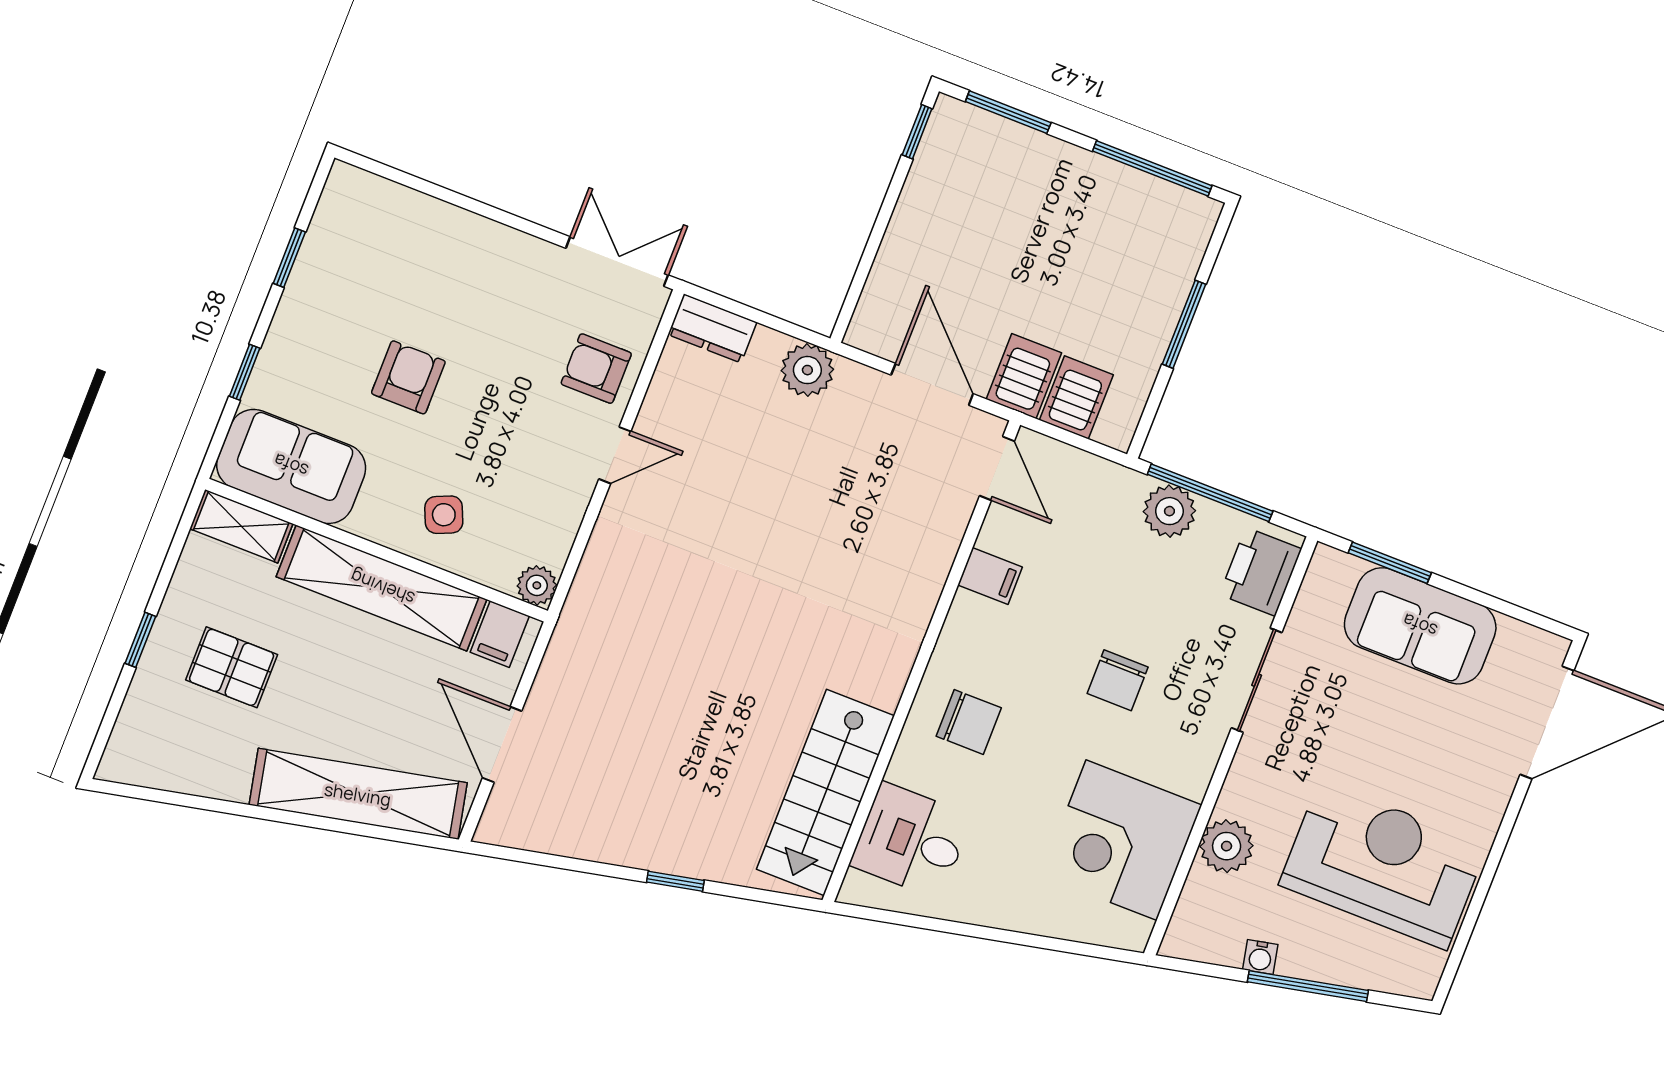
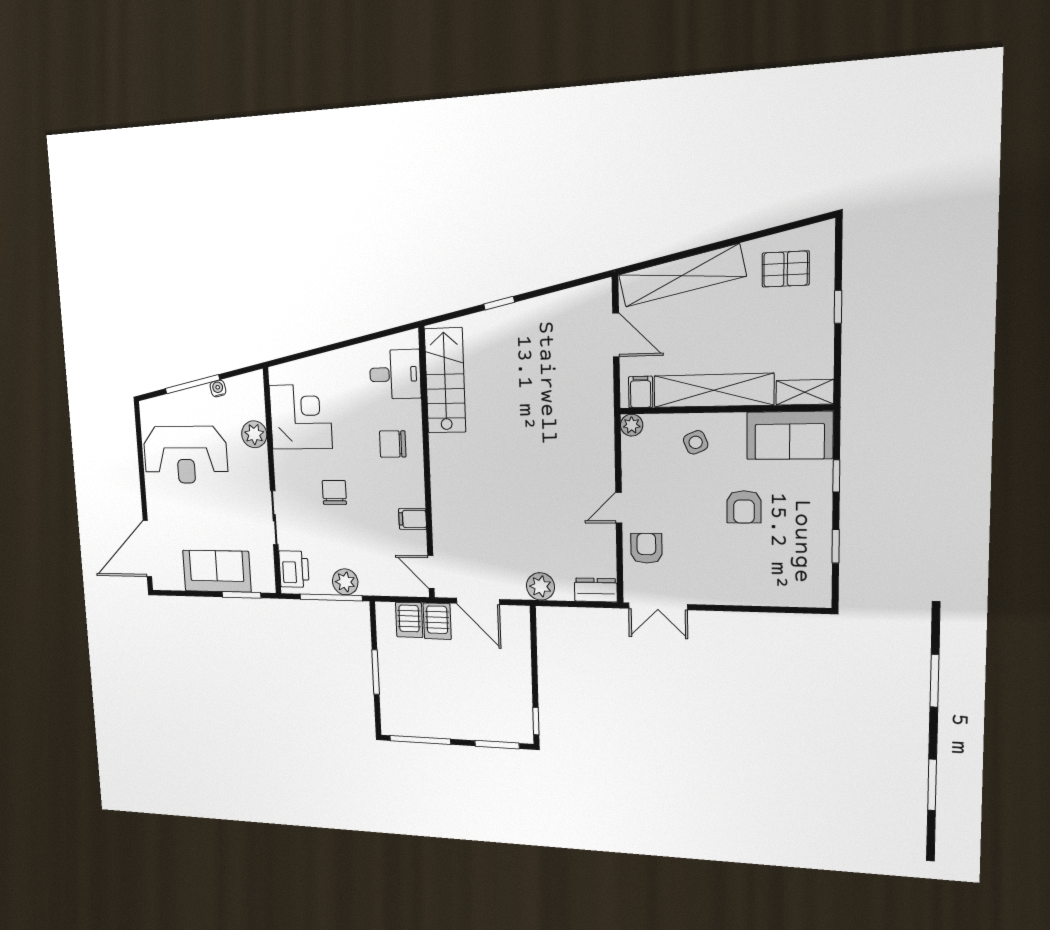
armchair: (596, 369) -> (646, 548), turned -90
pallet: (232, 667) -> (786, 269), moved

